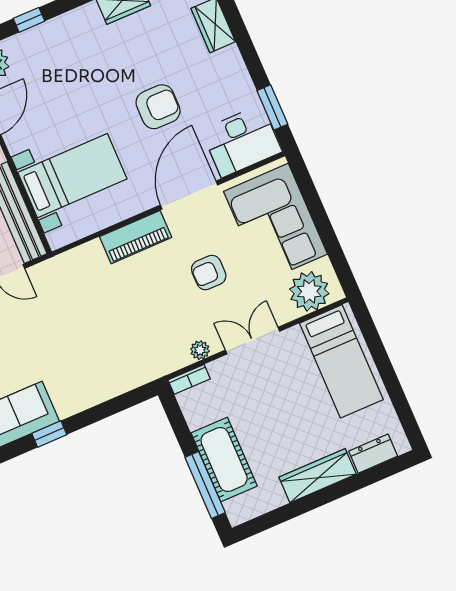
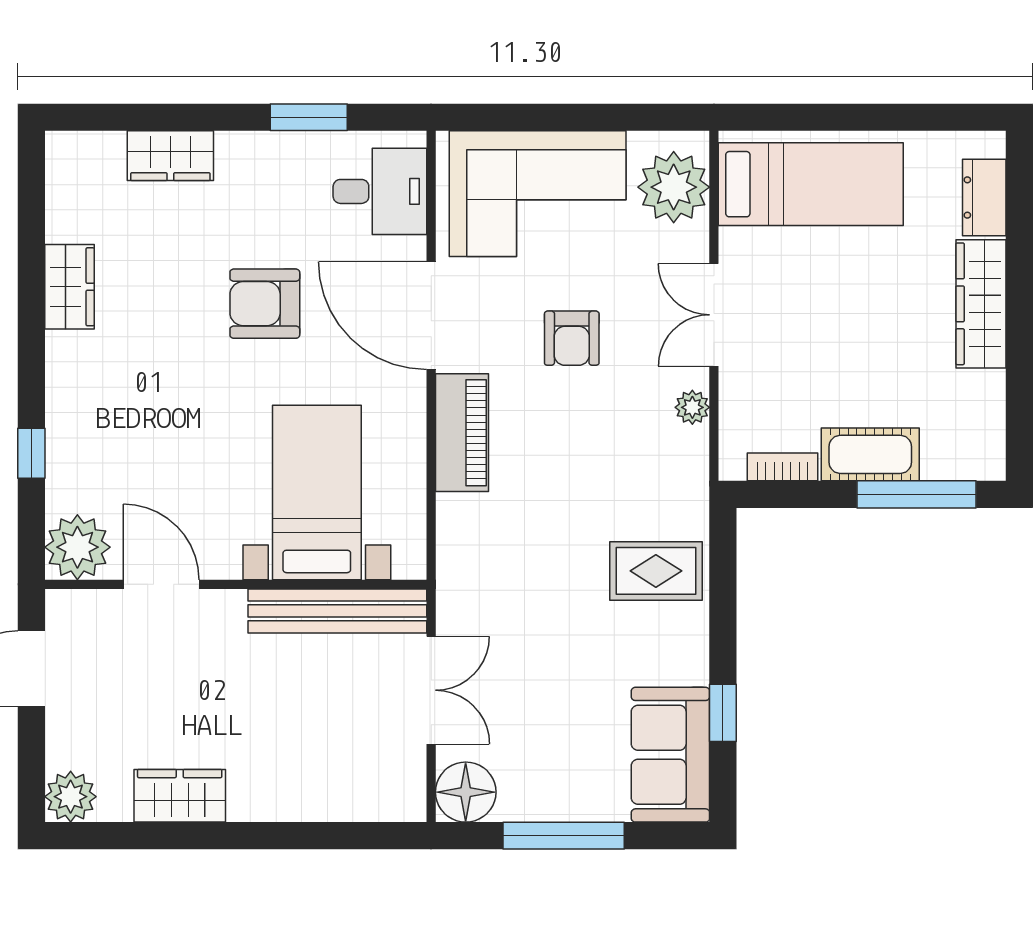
armchair: (158, 107) -> (265, 304), turned -90
window: (272, 107) -> (309, 117), moved
desk: (242, 141) -> (380, 191), width x0.73
rug: (108, 368) -> (656, 571), added
bookcase: (189, 379) -> (783, 467), moved, turned -90
cot: (224, 460) -> (870, 454), width x0.73, depth x0.75

